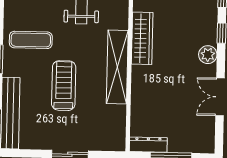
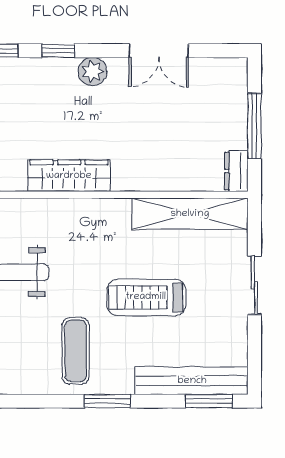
shelving: (117, 67) -> (190, 214), moved
dresser: (148, 145) -> (236, 171), width x0.70

